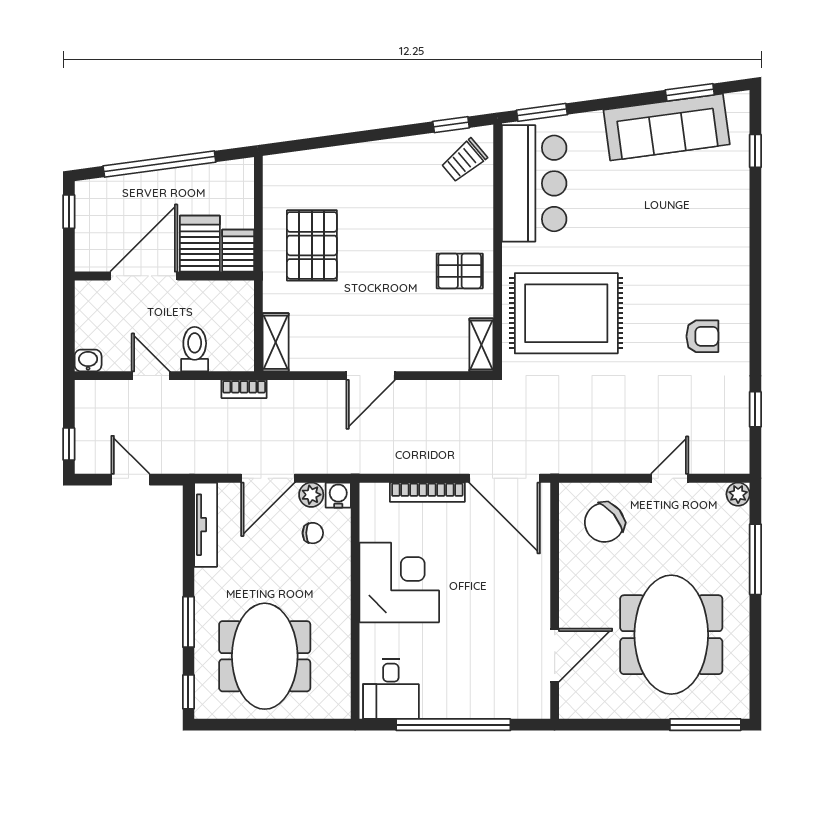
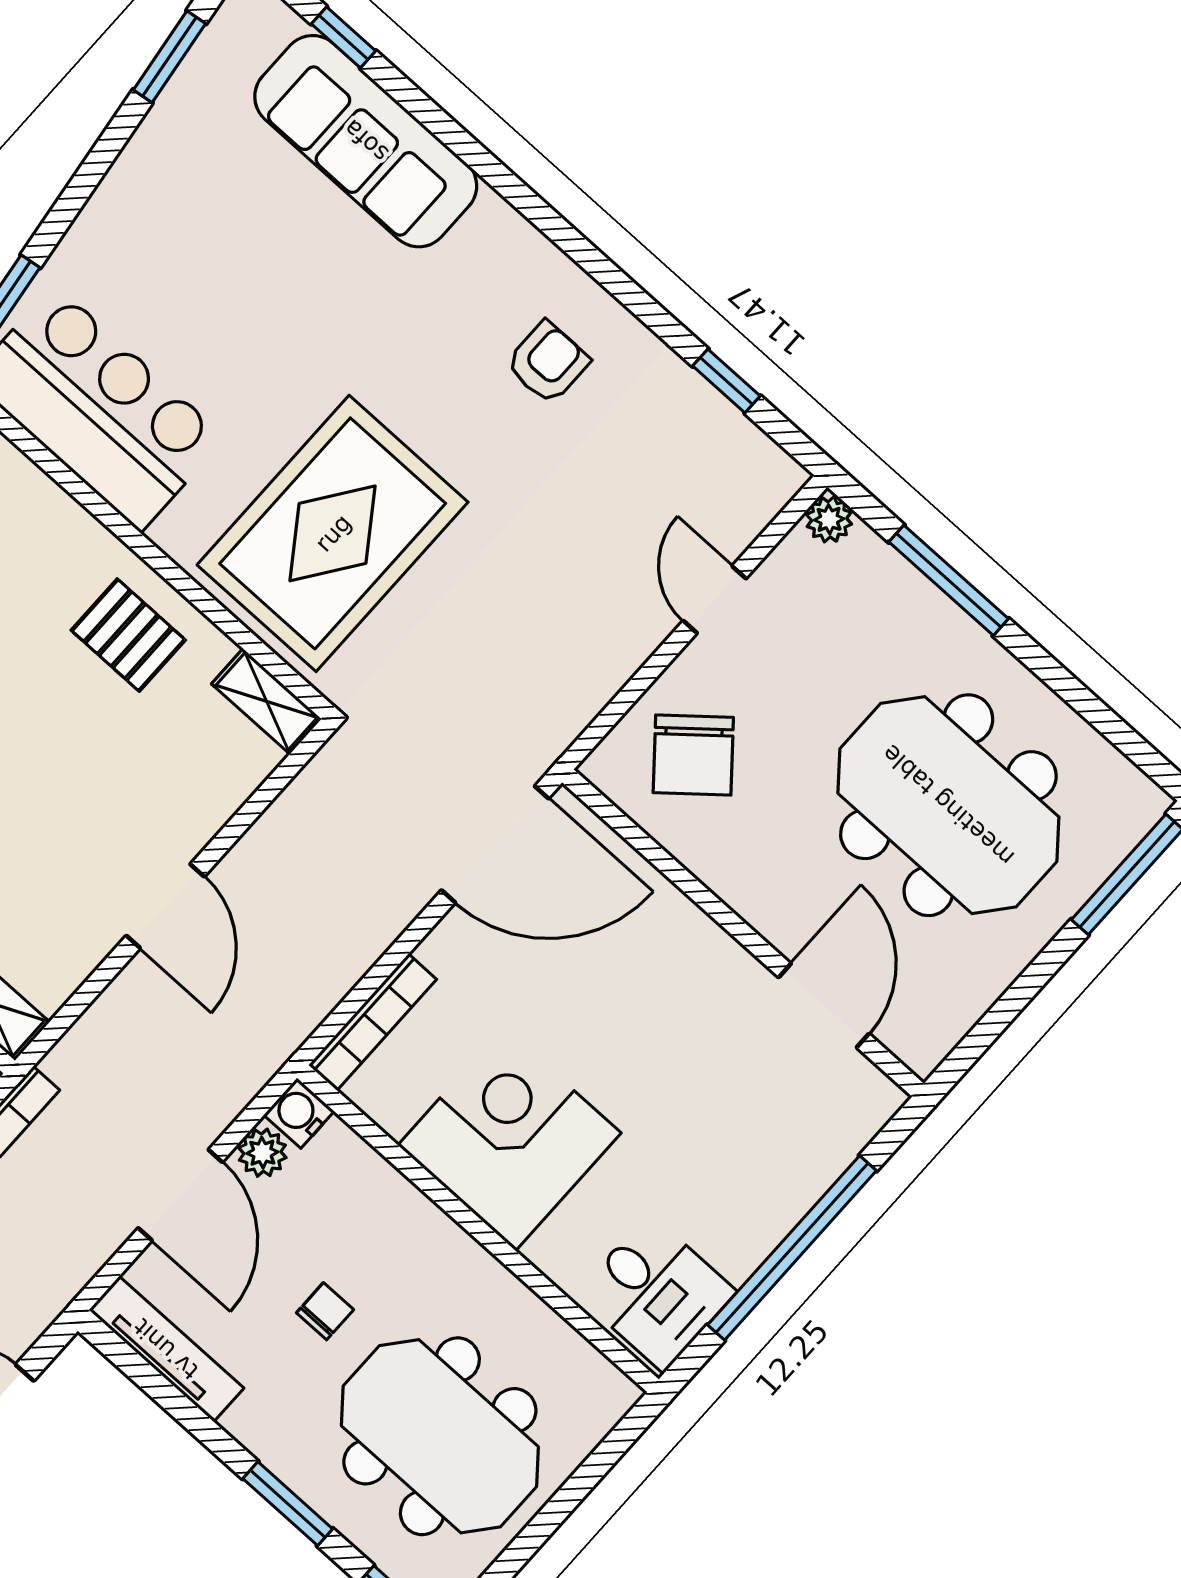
sofa: (667, 127) -> (366, 141), moved, turned 98
pallet: (460, 271) -> (128, 635), turned 90
bookcase: (427, 492) -> (373, 1022), moved
chair: (313, 533) -> (325, 1311), moved

